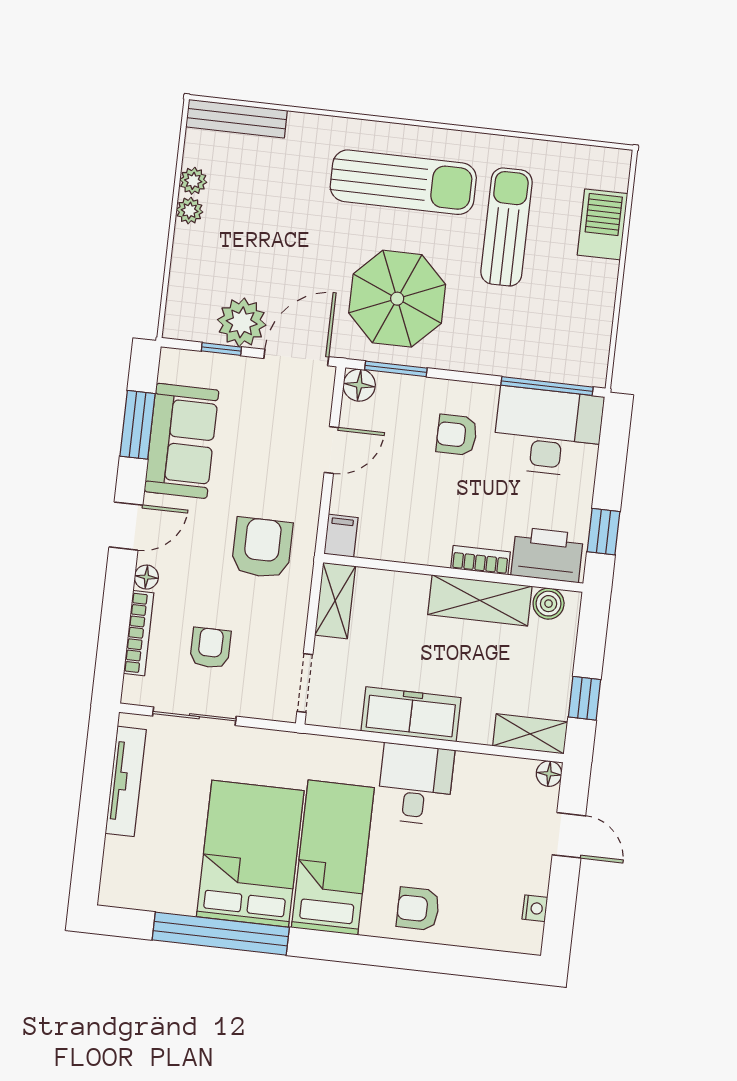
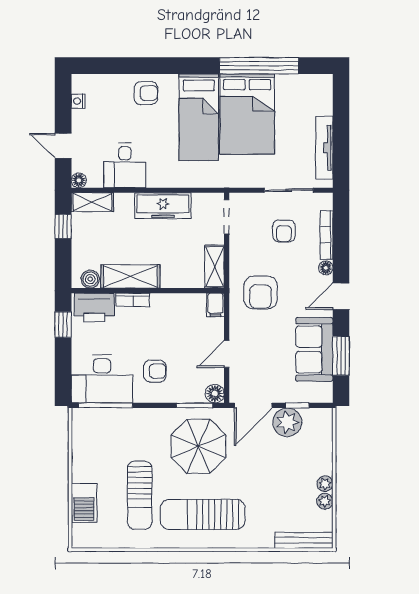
desk: (415, 784) -> (125, 165), moved

